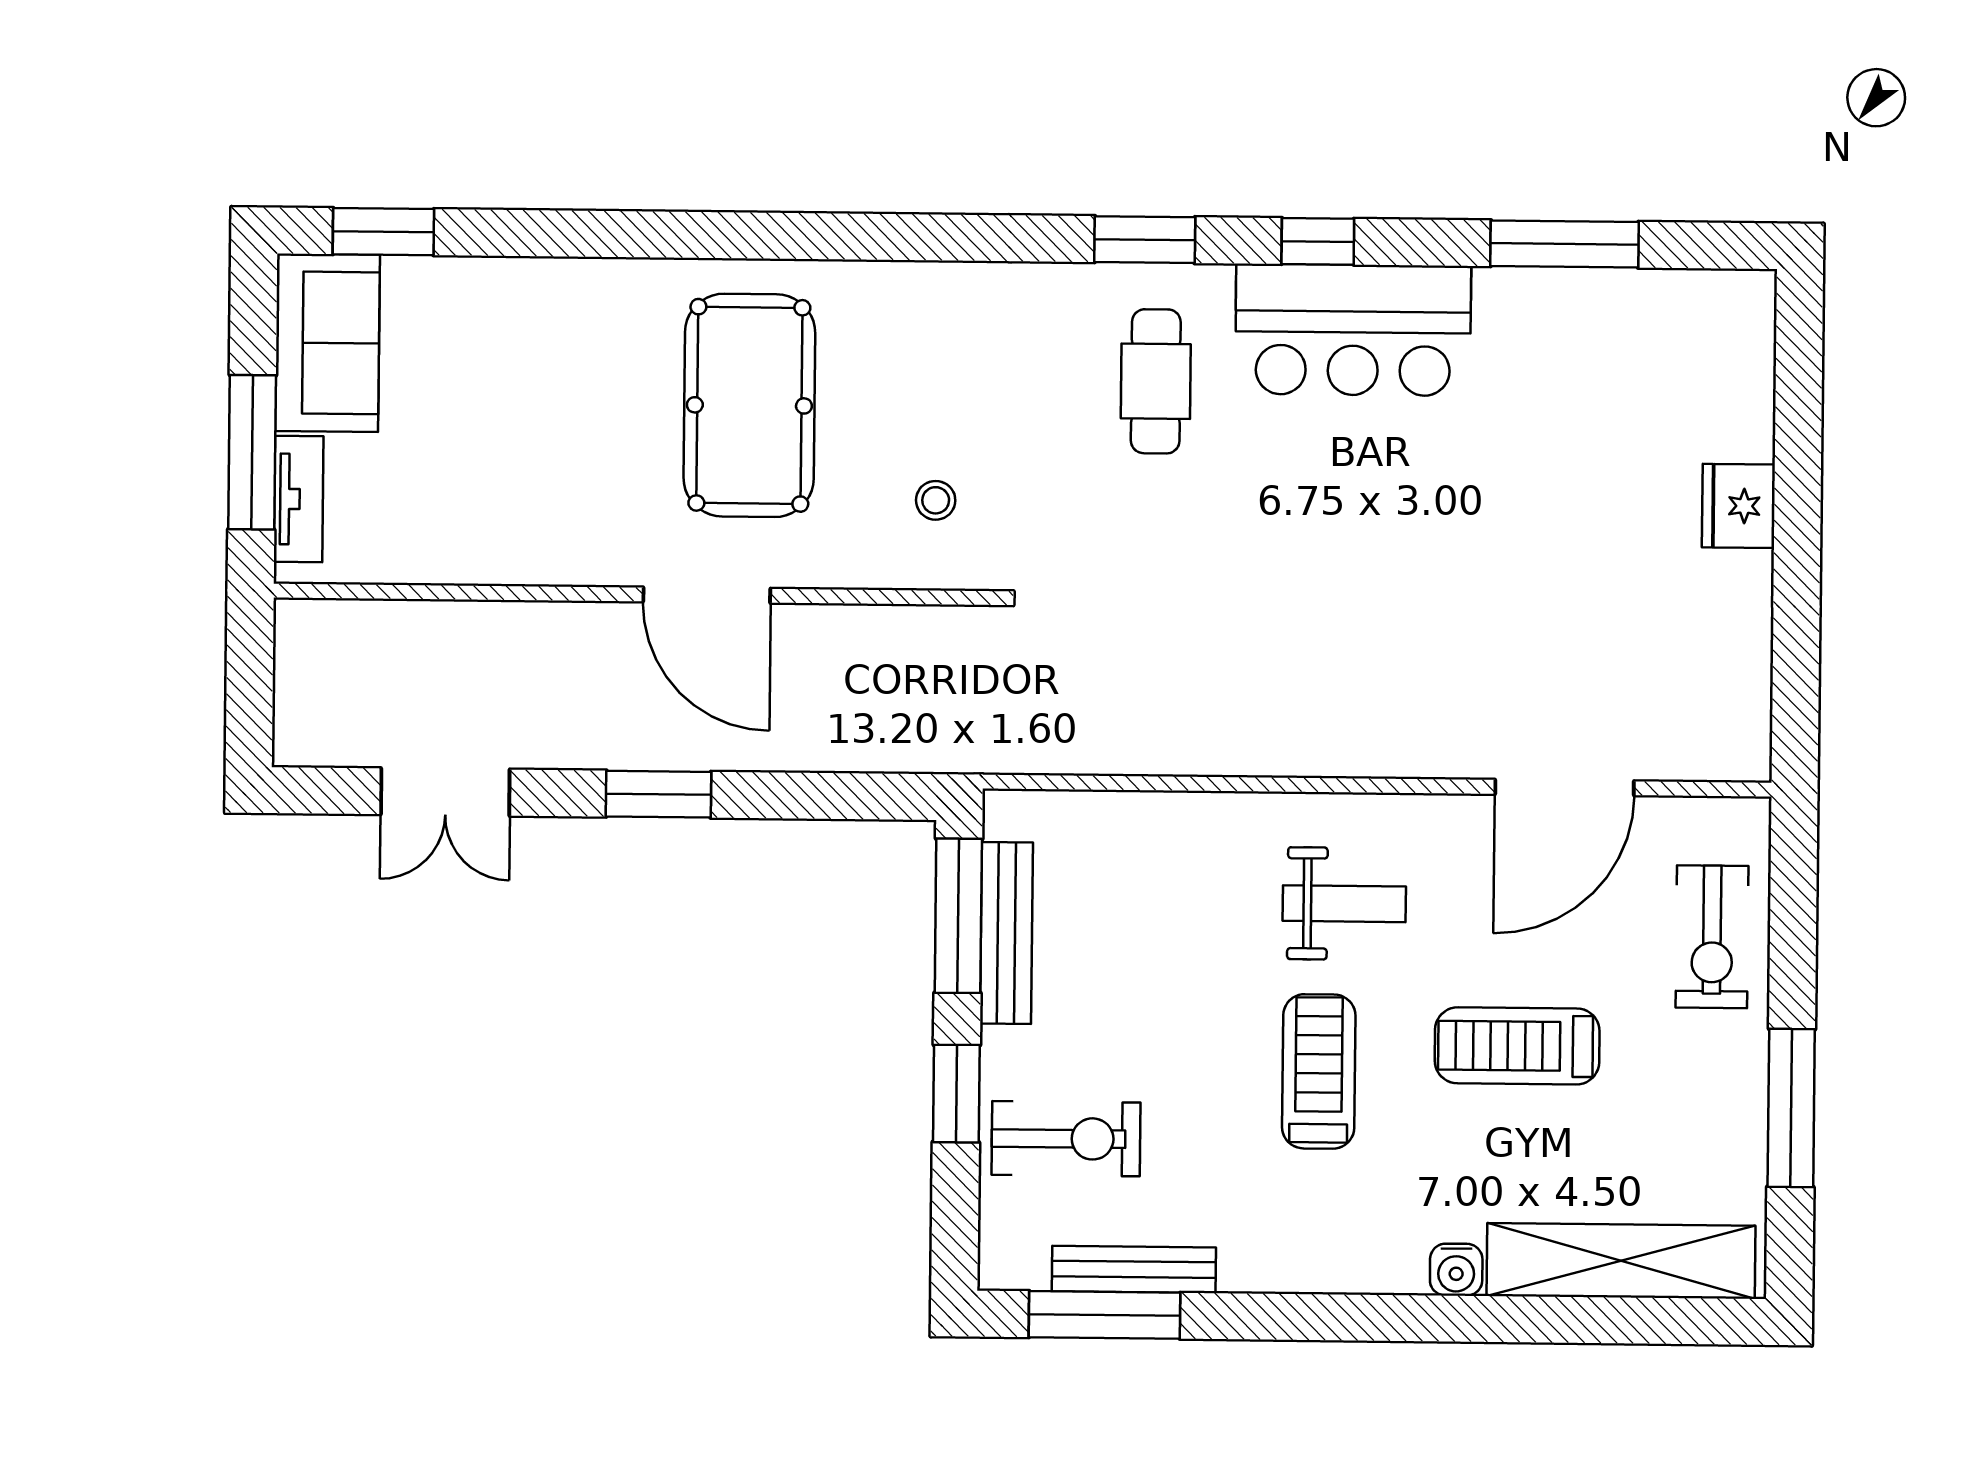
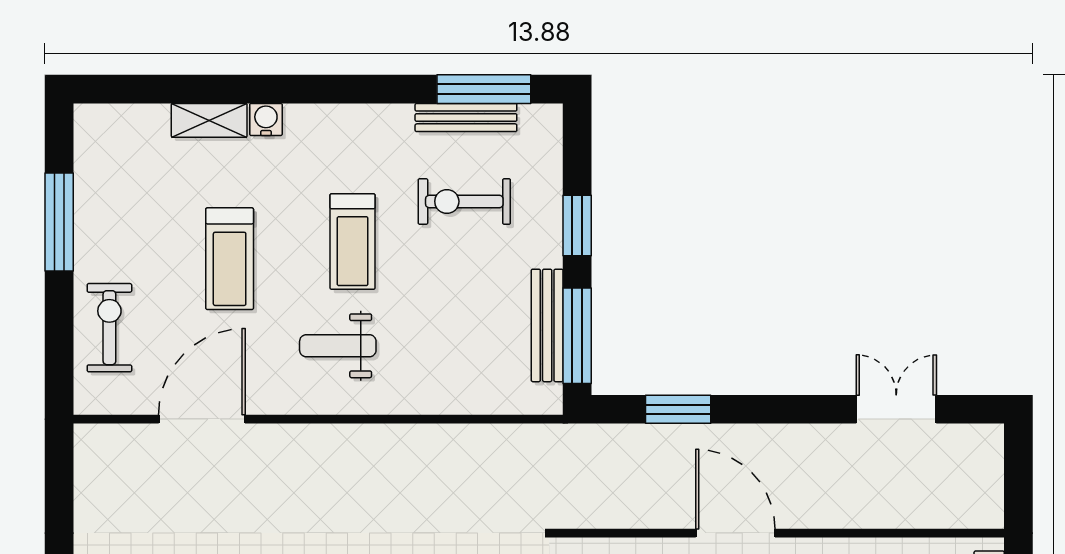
window: (659, 794) -> (678, 409), moved
treadmill: (1517, 1046) -> (230, 259), turned 90
exercise bike: (1066, 1139) -> (464, 201), moved
shelving: (1621, 1261) -> (209, 120), width x0.45, depth x0.75

